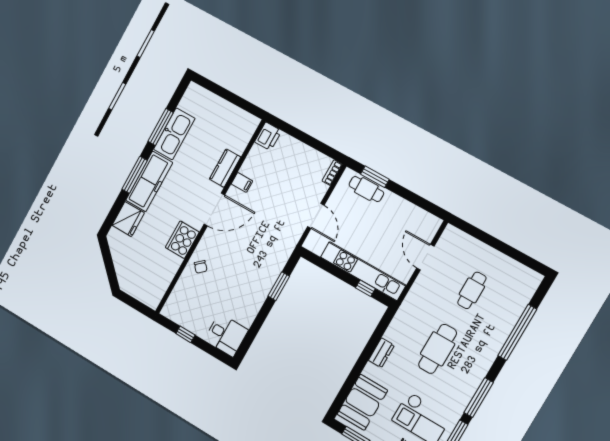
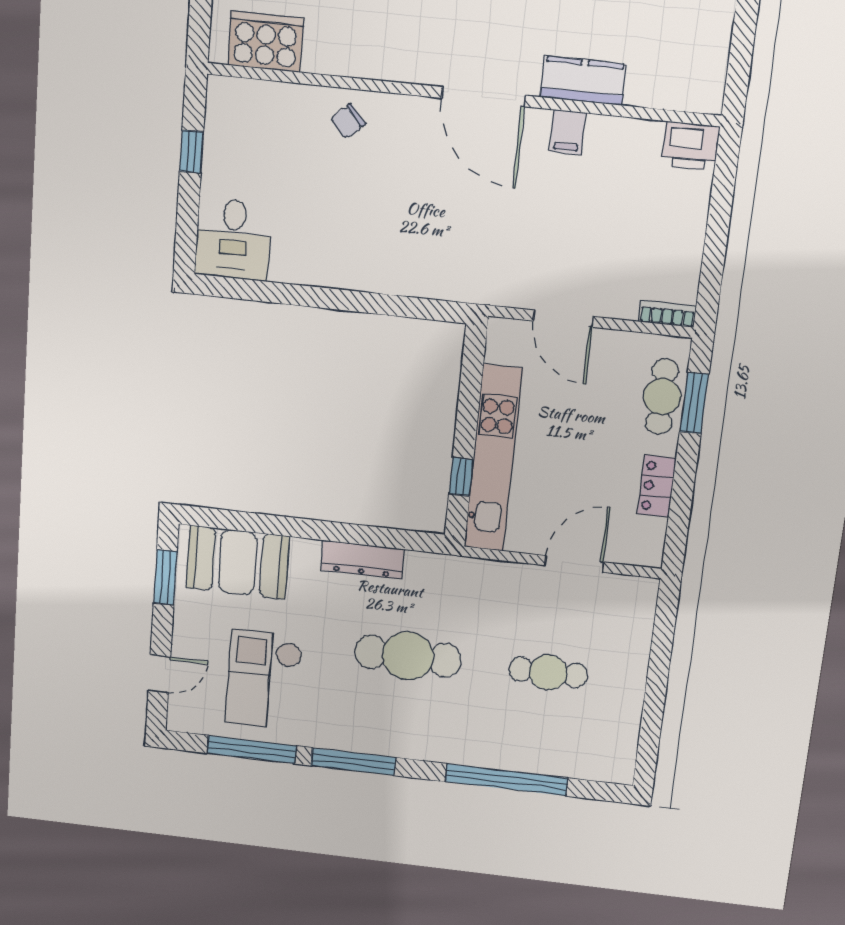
locker: (405, 207) -> (657, 486), added
door: (316, 216) -> (563, 319), hinge flipped
cooker: (182, 240) -> (266, 42), moved
window: (279, 286) -> (385, 305), removed
dresser: (381, 353) -> (362, 560), width x1.44

